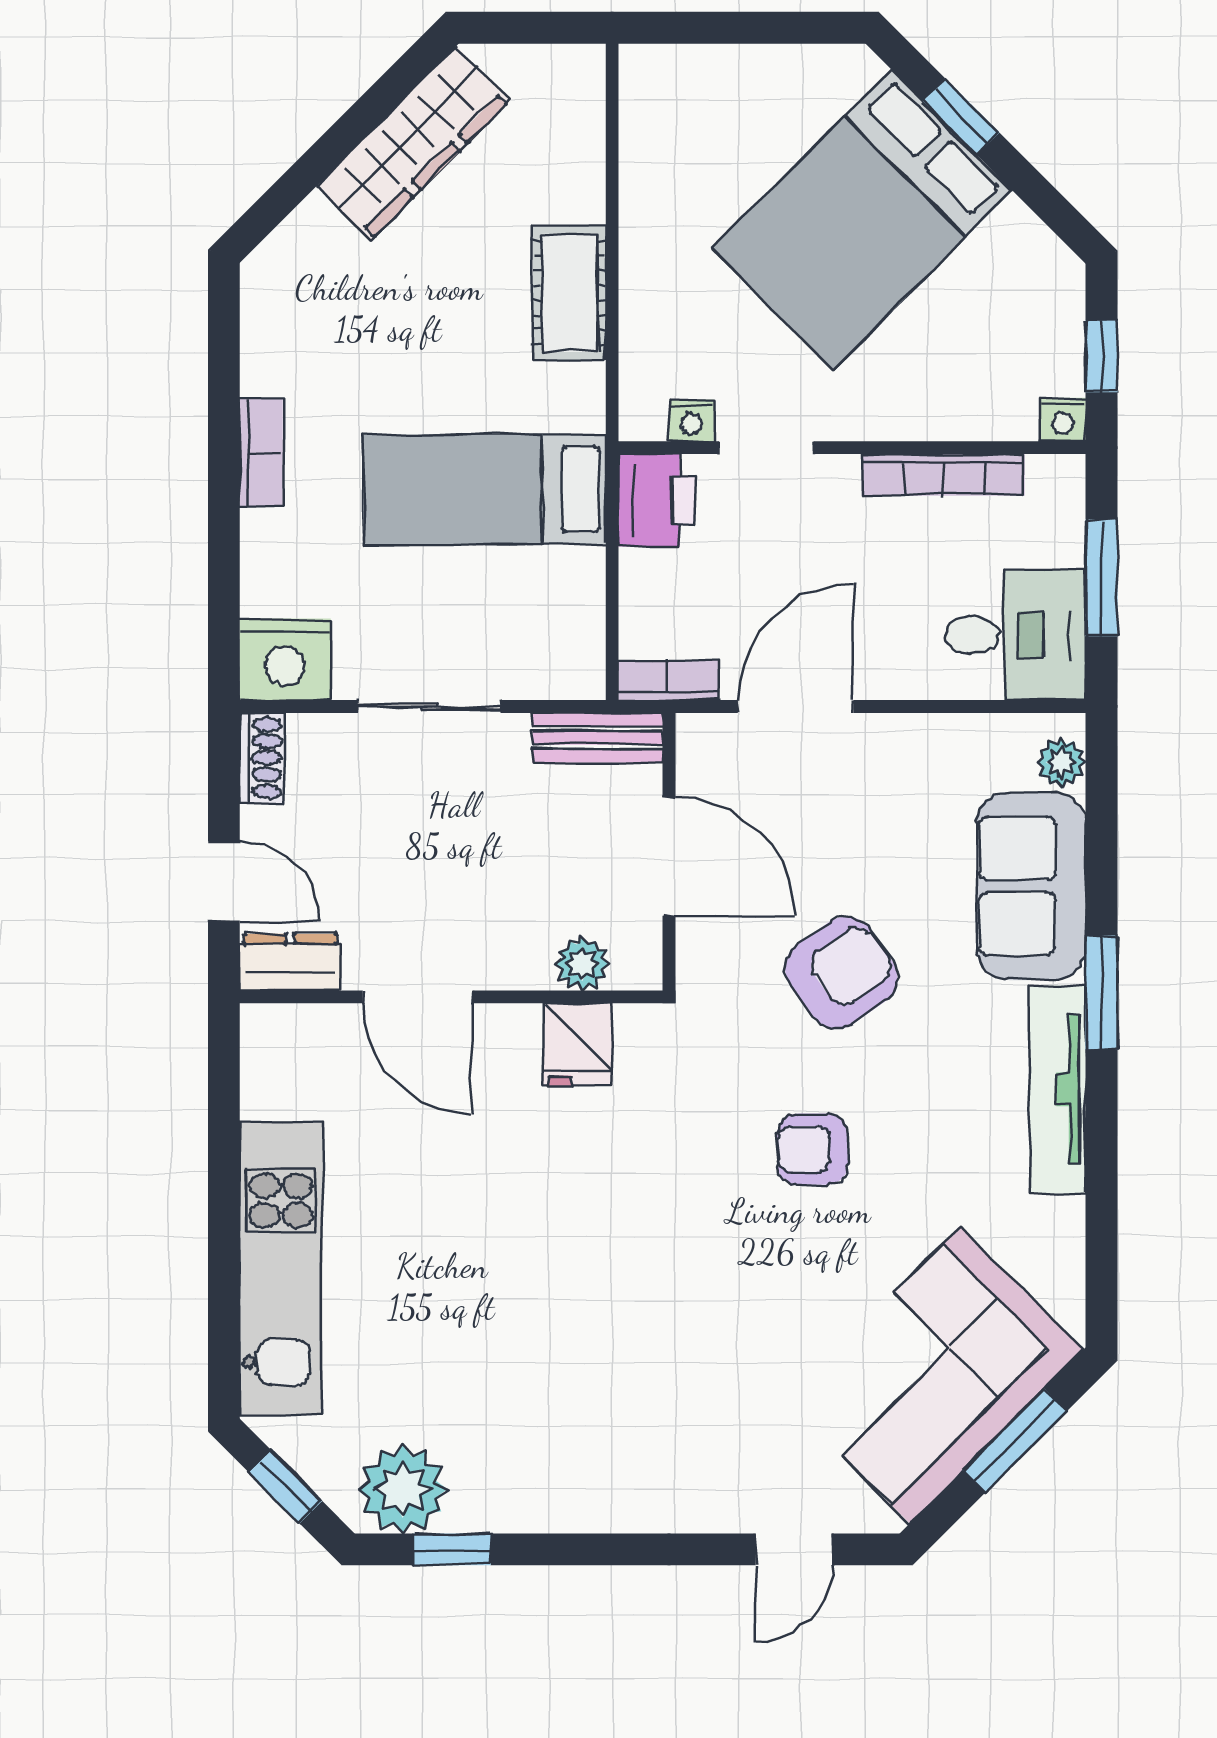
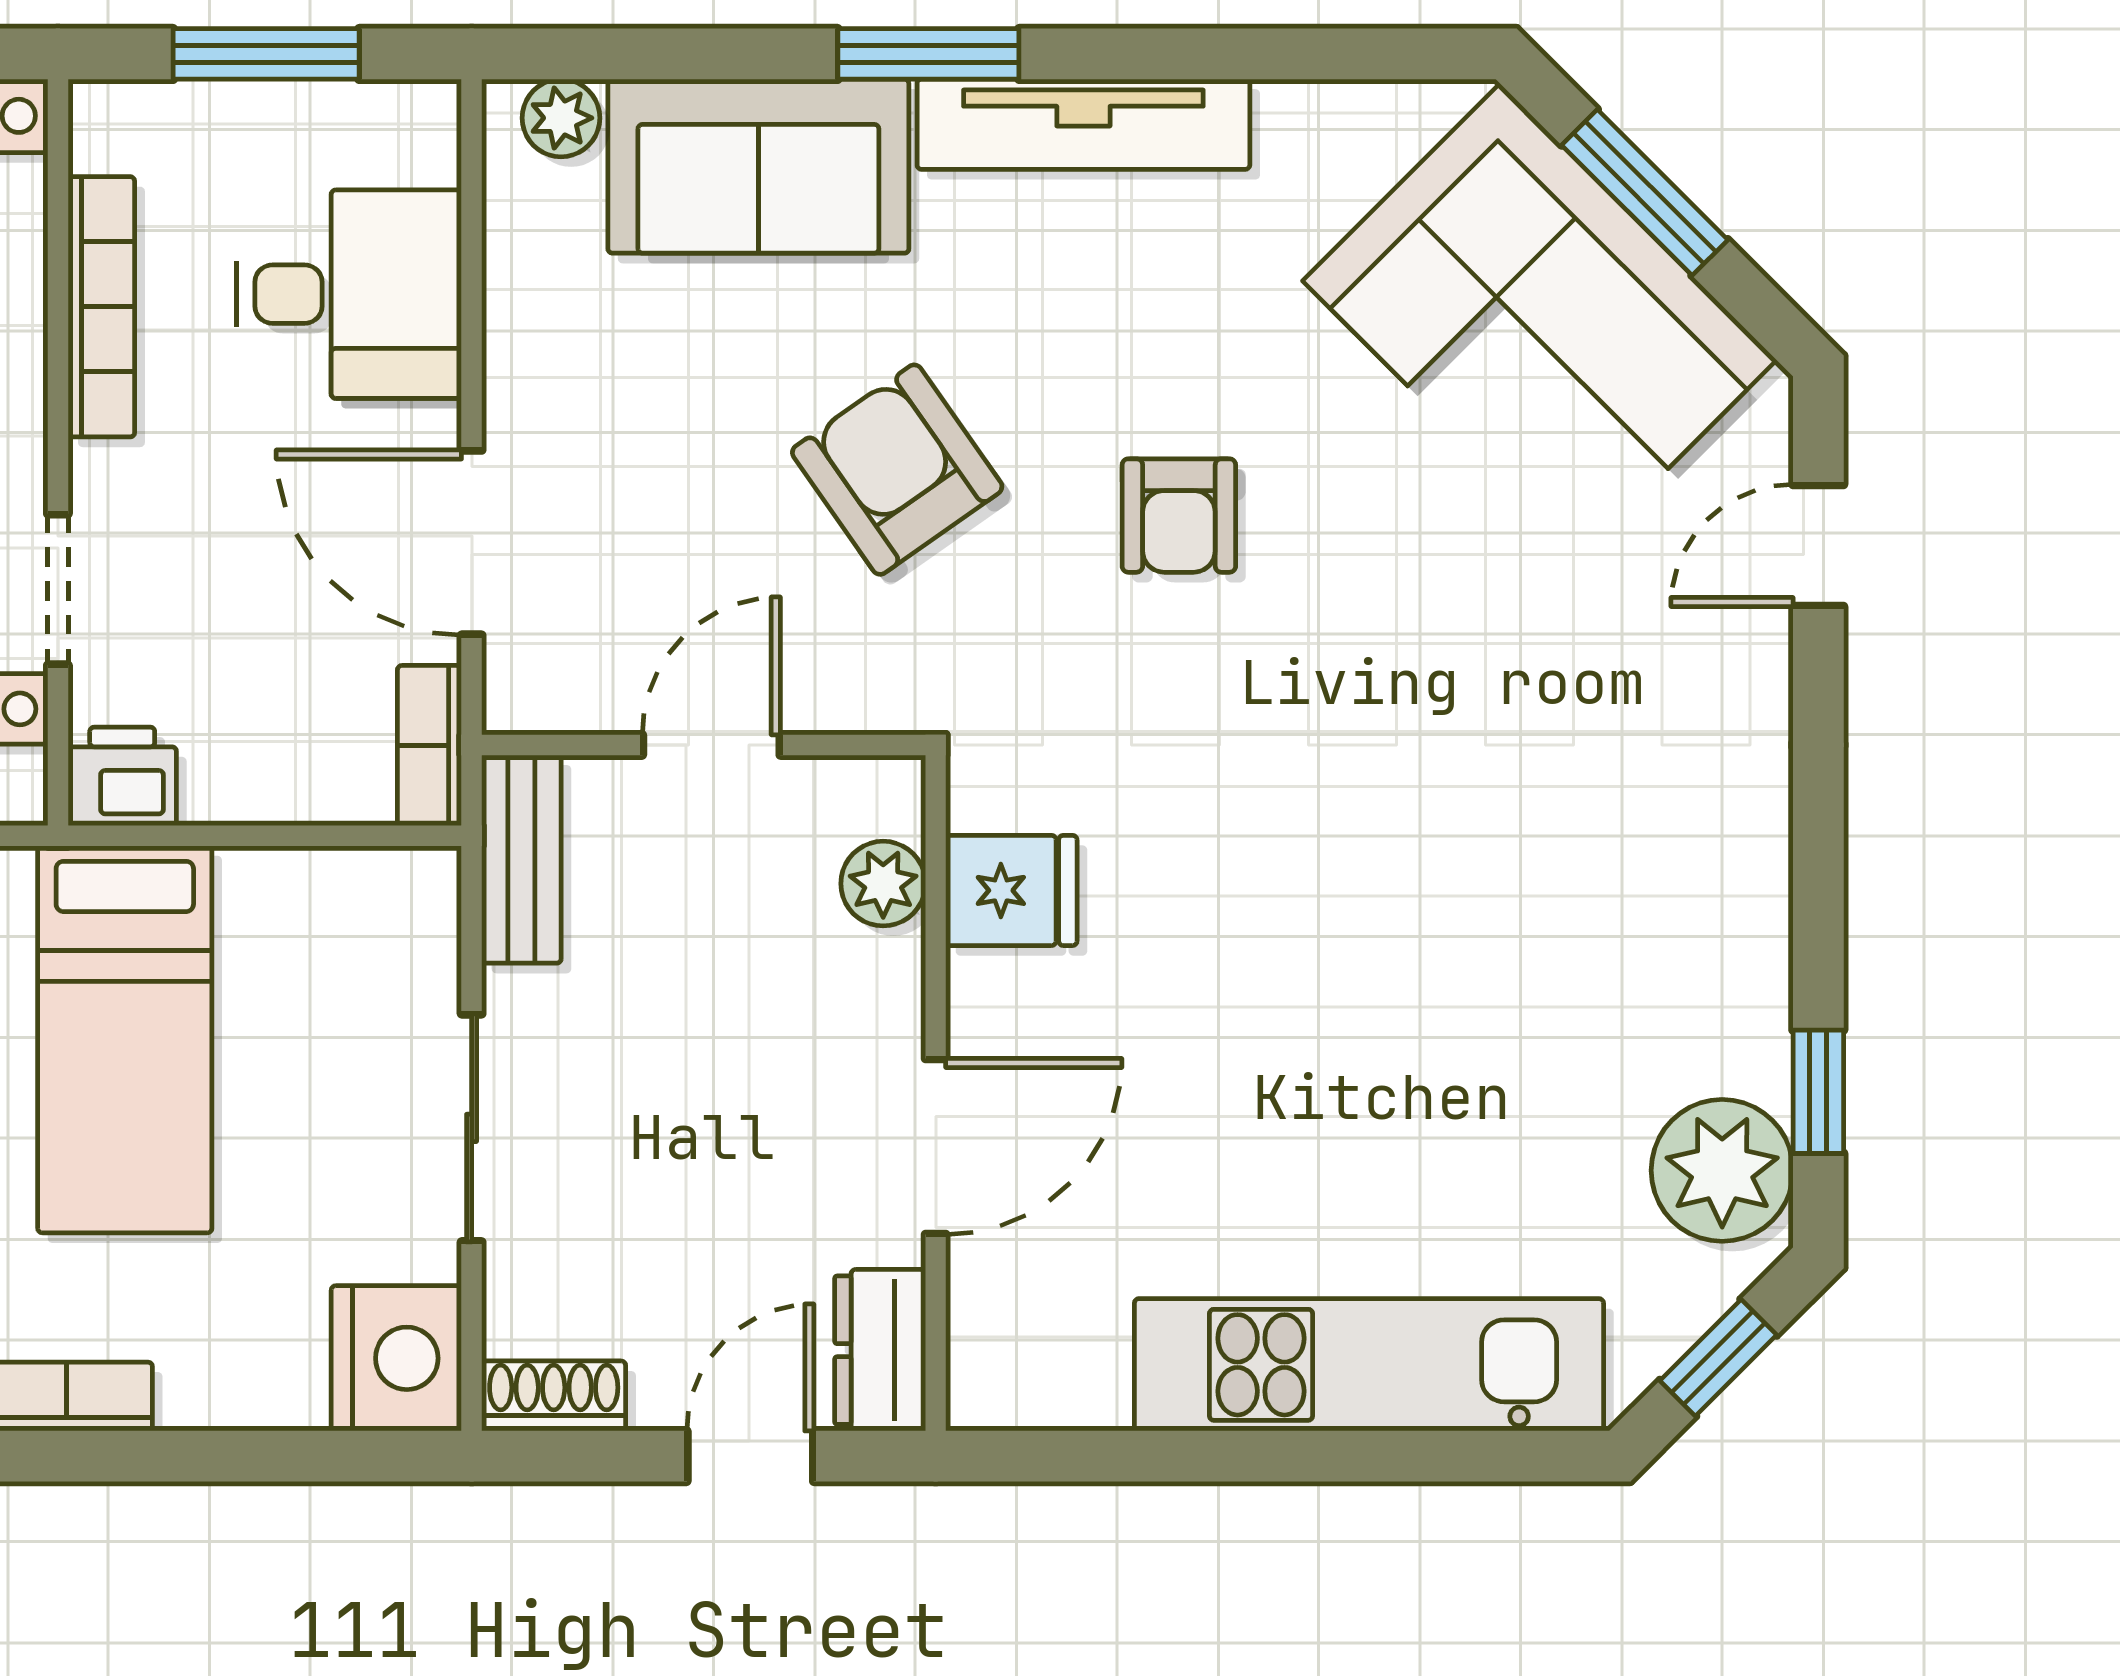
printer: (657, 500) -> (122, 776), width x0.73, depth x0.81
desk: (1015, 635) -> (349, 294), moved, turned 90
door: (669, 856) -> (711, 745), width x0.73
door: (794, 1549) -> (1818, 546), swing flipped

